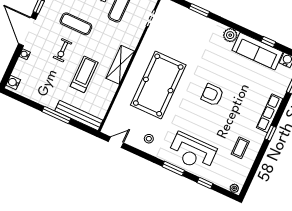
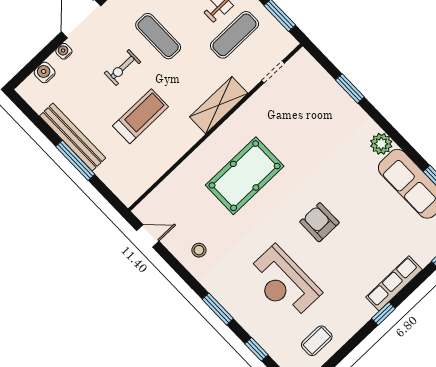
shelving: (120, 65) -> (219, 105), moved
water cooler: (13, 82) -> (45, 72), moved
pool table: (158, 85) -> (245, 176), width x0.73, depth x0.76
bench: (79, 115) -> (73, 137), moved
coffee table: (240, 148) -> (317, 341), moved
reception desk: (192, 152) -> (284, 283), moved

